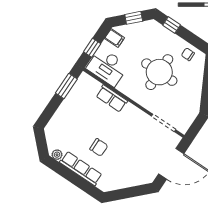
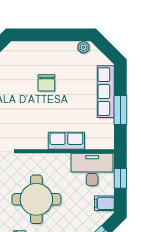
window: (66, 86) -> (120, 110), moved
chair: (99, 147) -> (46, 83), turned -90
row of seats: (81, 169) -> (106, 92), moved, turned 90

